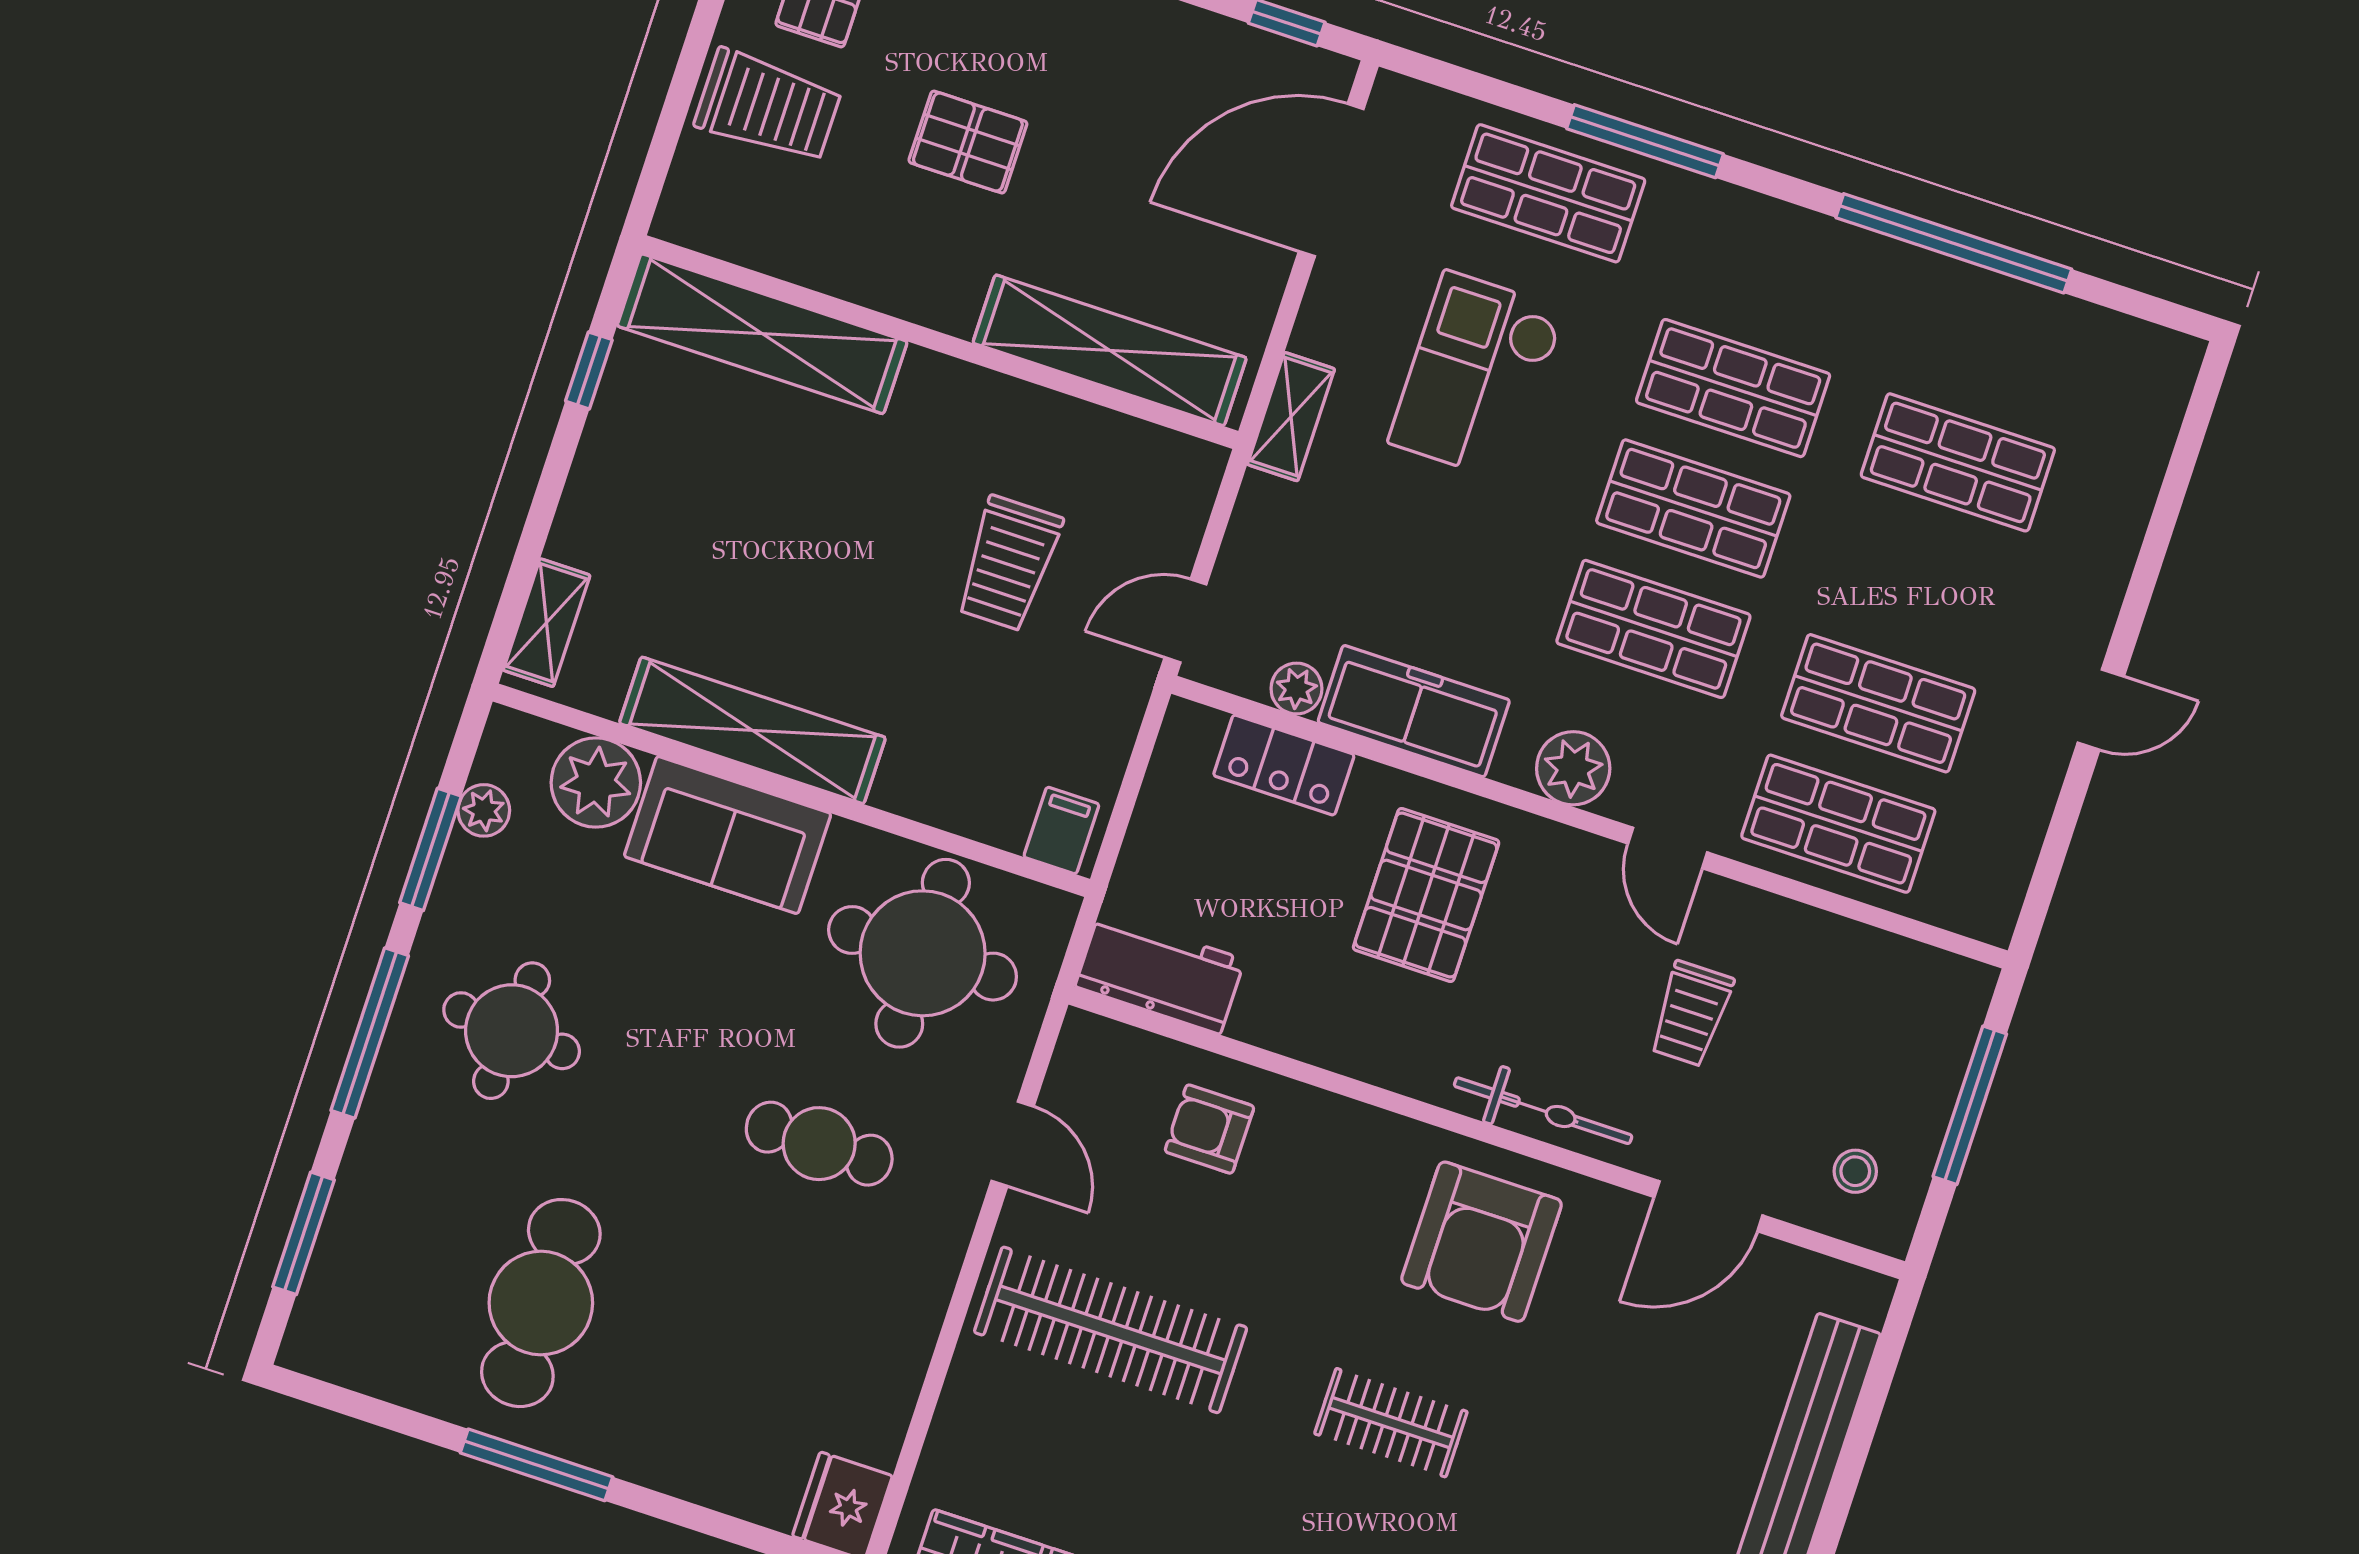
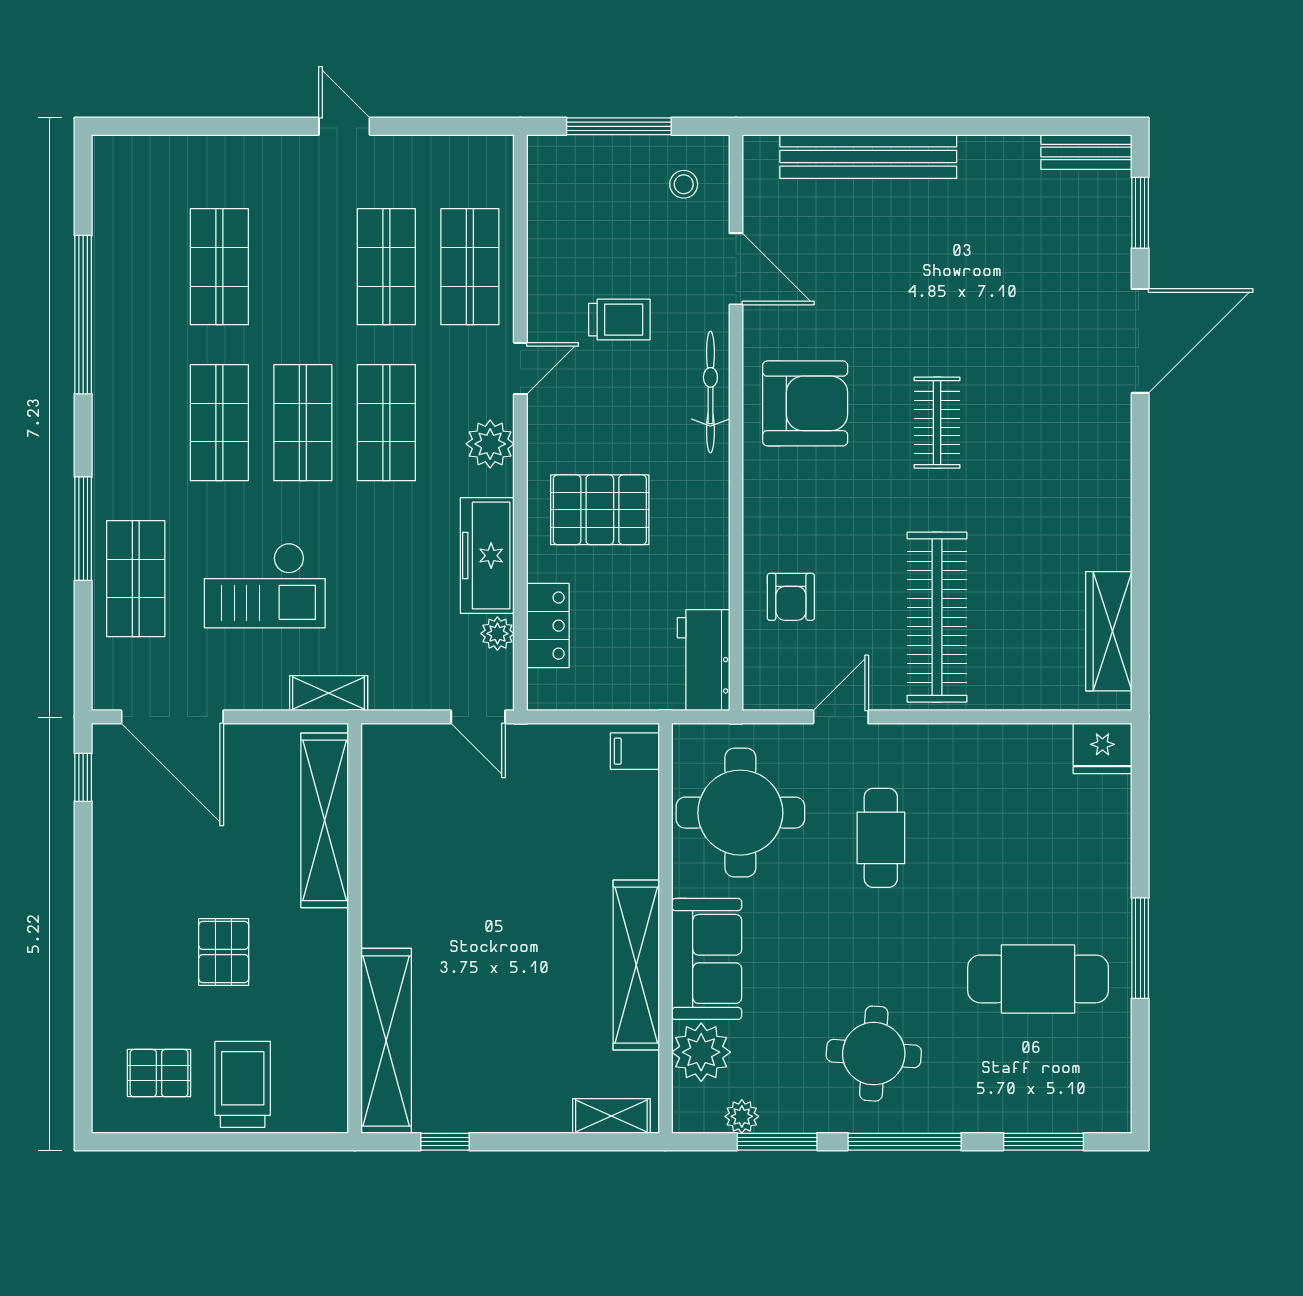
trolley: (1009, 563) -> (479, 839), removed

